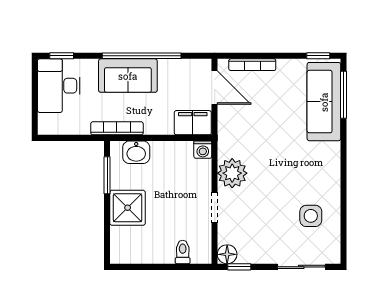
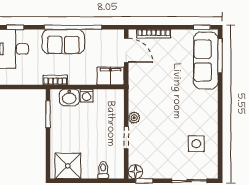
bookcase: (117, 128) -> (55, 80), width x0.64
washing machine: (203, 150) -> (87, 95), moved
plant: (232, 173) -> (134, 118), width x0.53, depth x0.53
shower: (128, 208) -> (68, 166), moved

